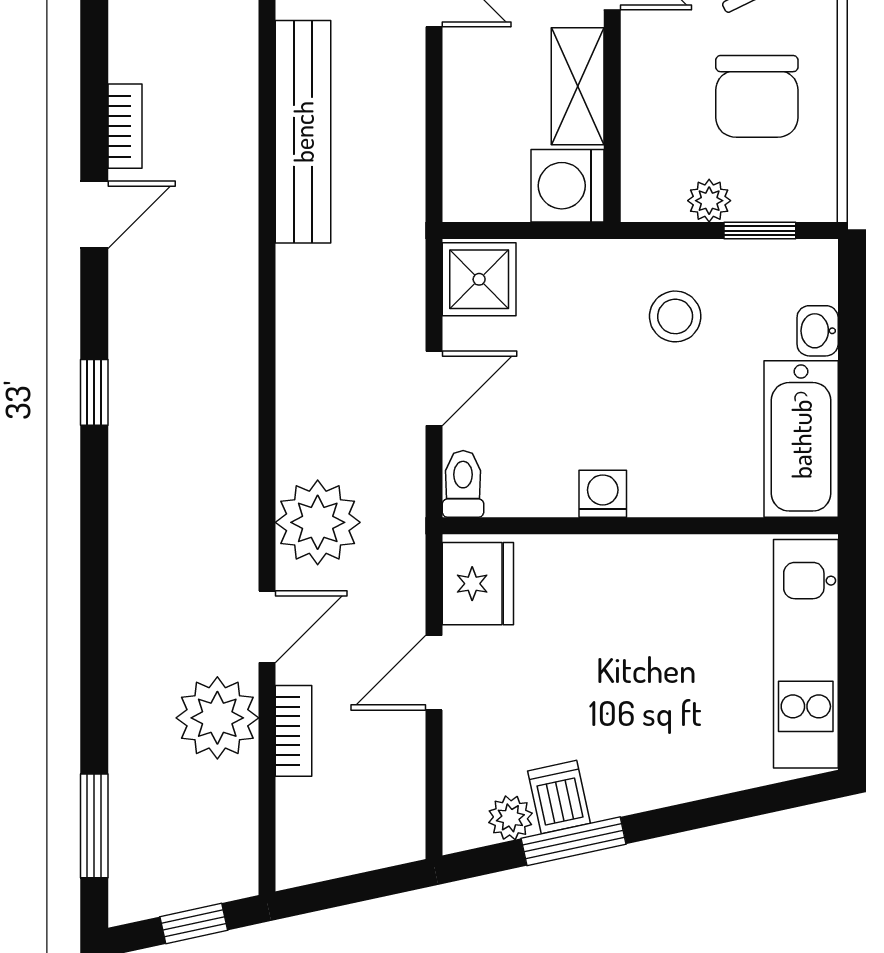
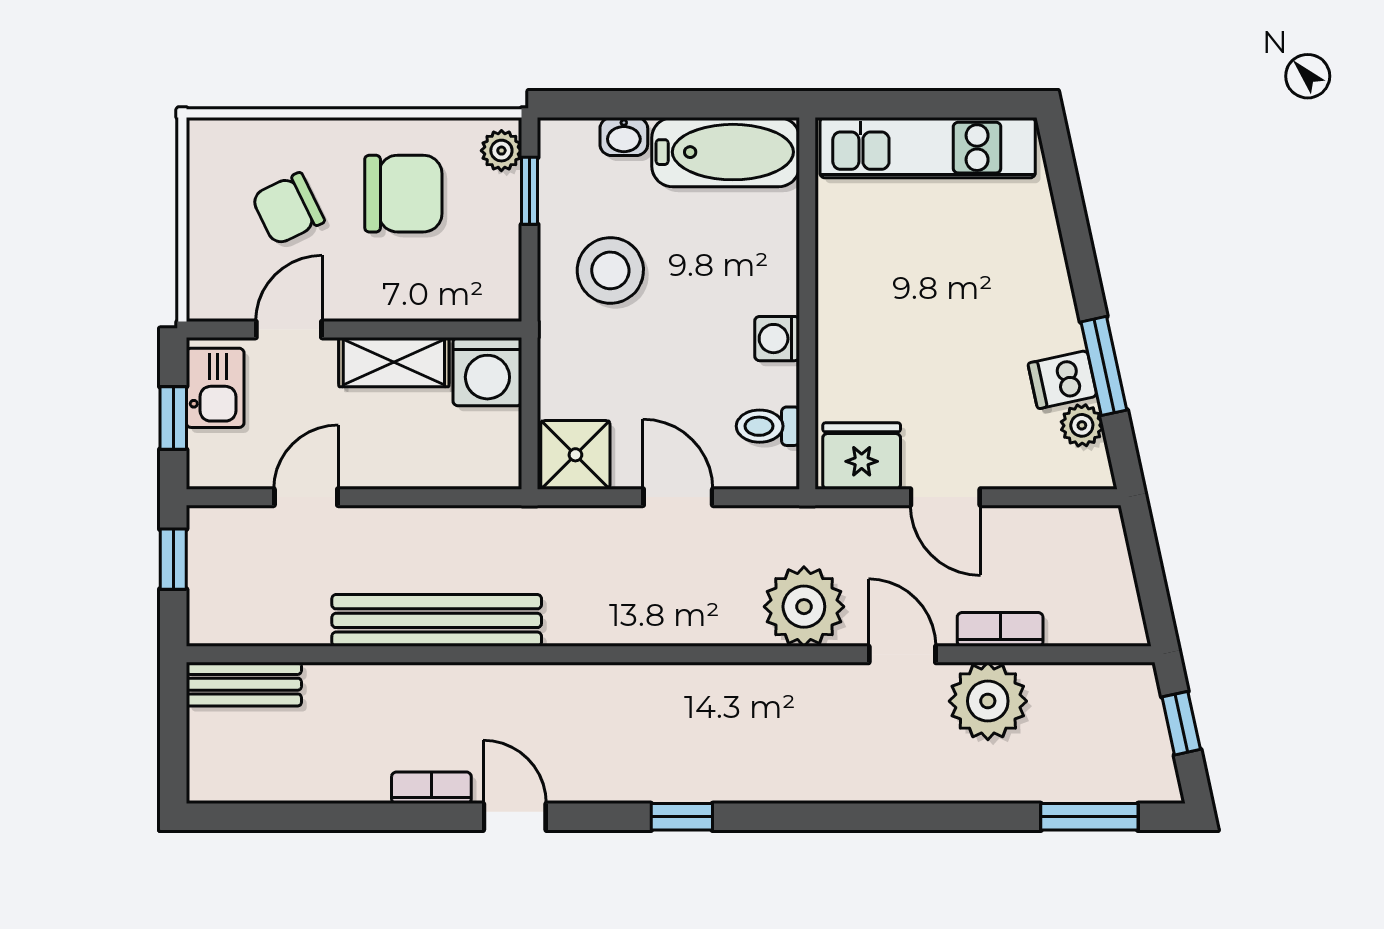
plant: (709, 201) -> (501, 151), moved
stool: (675, 316) -> (610, 270), width x1.38, depth x1.38
toilet: (463, 484) -> (768, 426), moved

